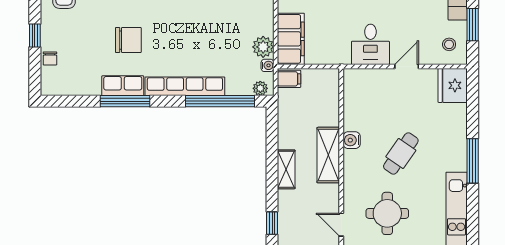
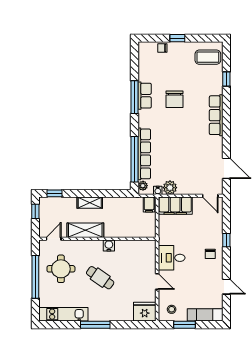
row of seats: (185, 86) -> (144, 154), moved
shelving: (328, 155) -> (85, 230), moved

